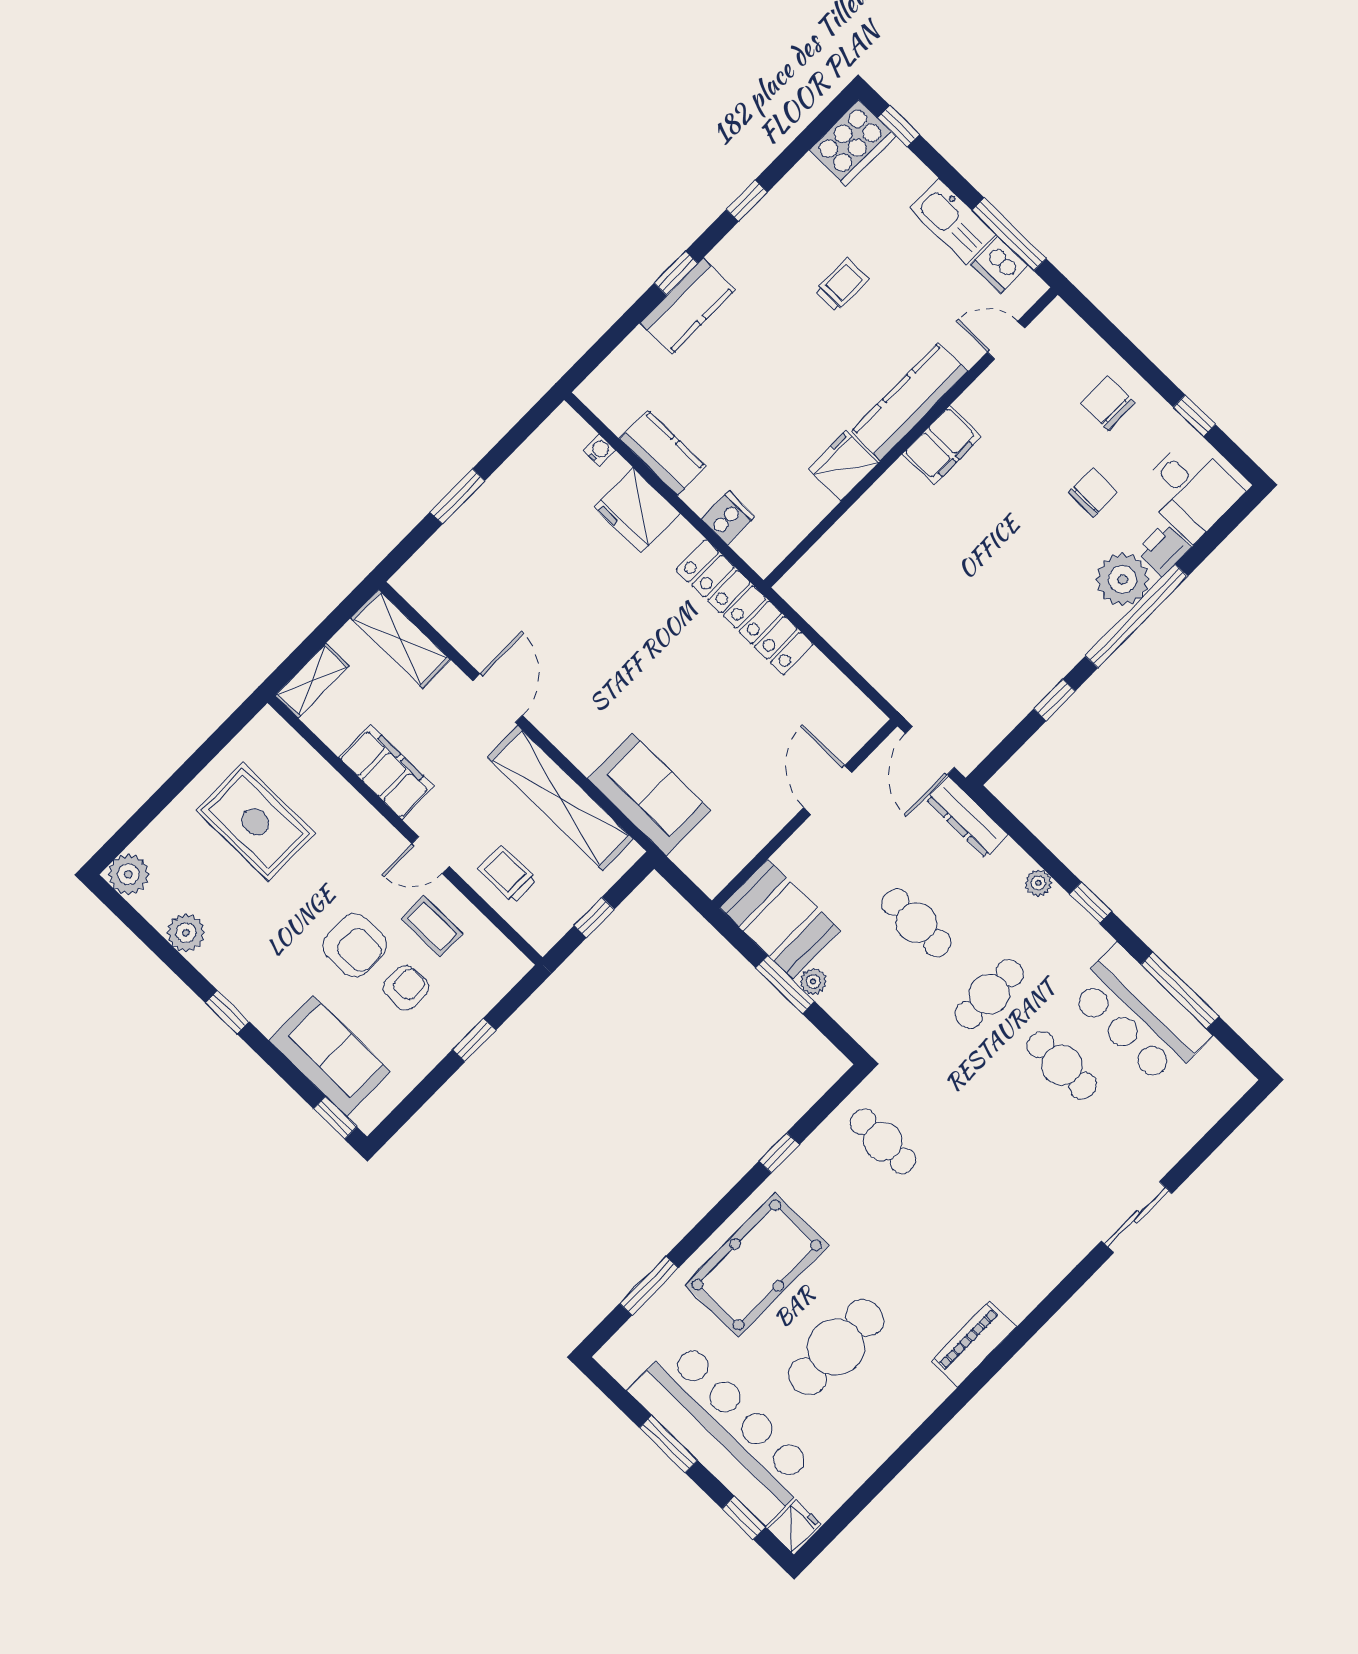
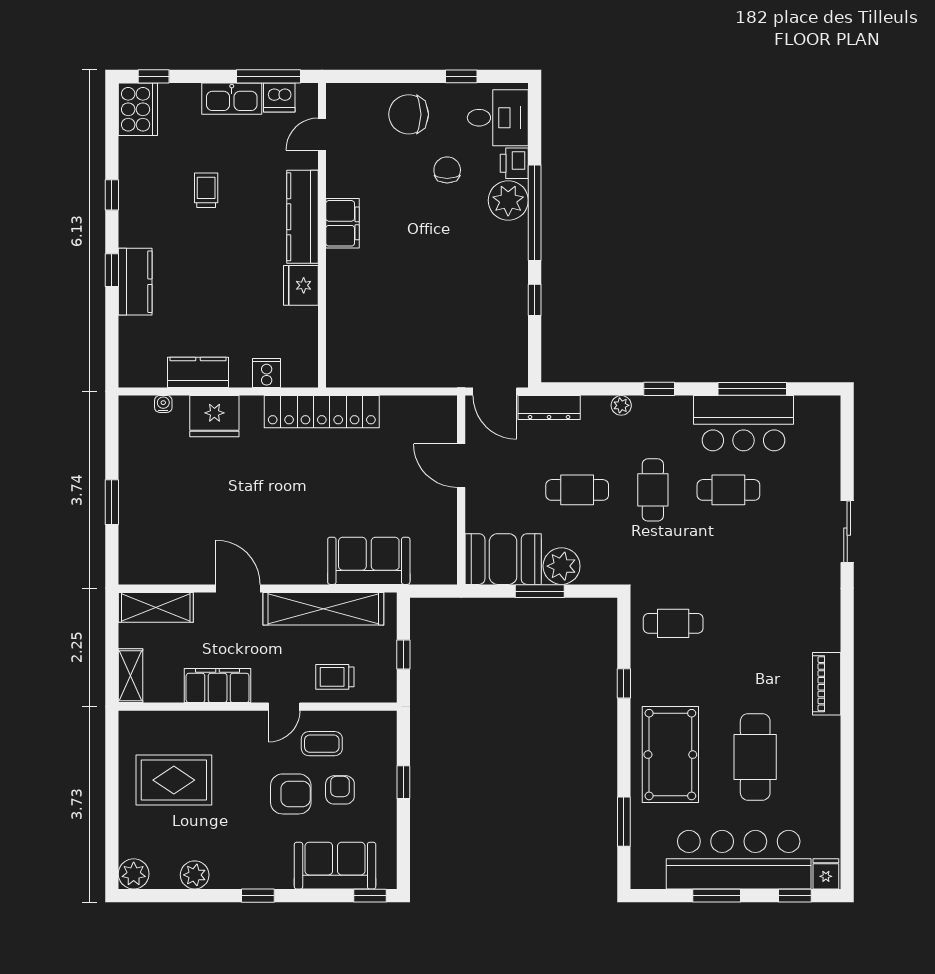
chair: (1108, 403) -> (409, 114), width x1.37, depth x1.37
plant: (813, 981) -> (562, 566), width x1.88, depth x1.88

